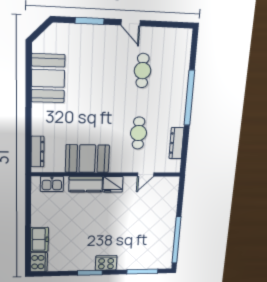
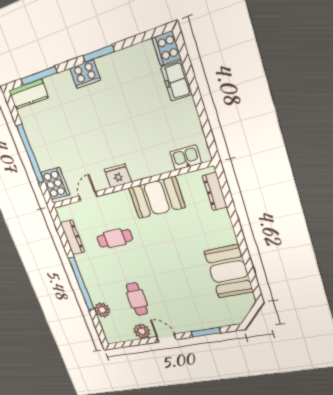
plant: (152, 36) -> (142, 331), added
plant: (181, 67) -> (102, 310), added
cafe table: (139, 133) -> (115, 238), turned 90
kitchen counter: (86, 184) -> (29, 94), moved, turned 180
cooker: (169, 192) -> (55, 184), added
window: (176, 240) -> (30, 154), moved

